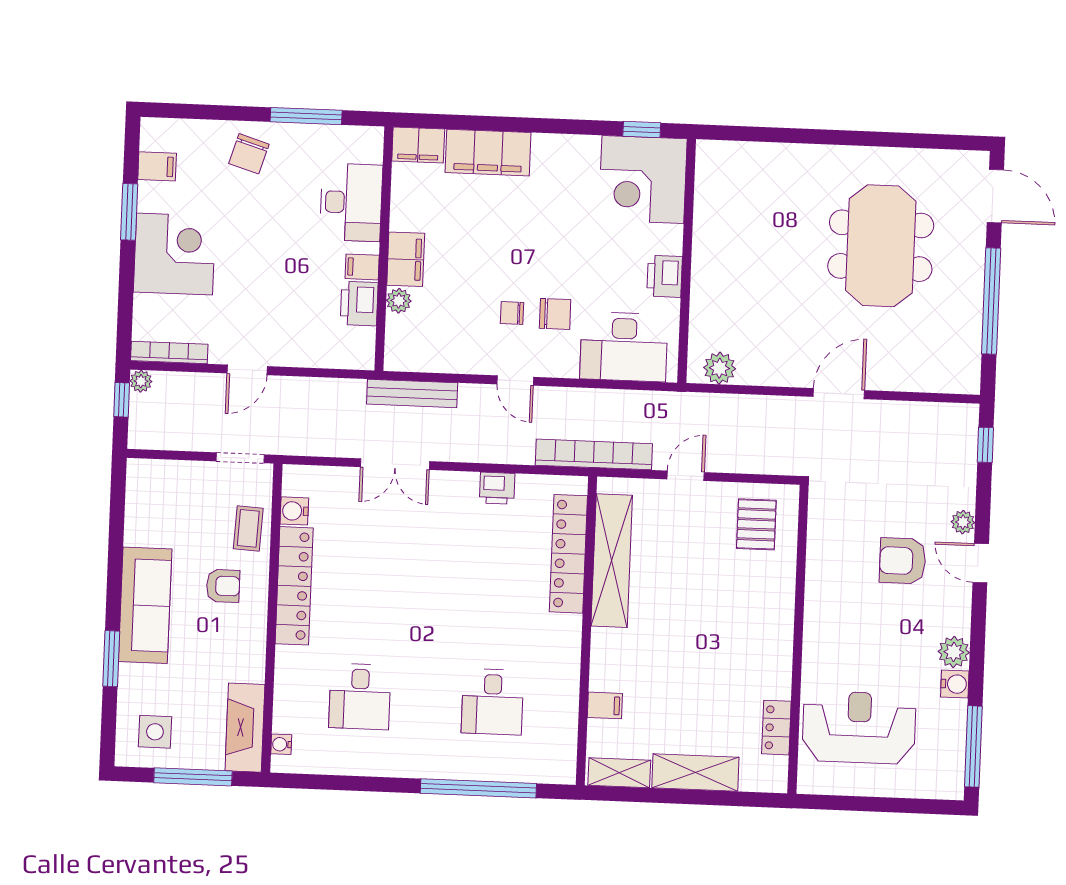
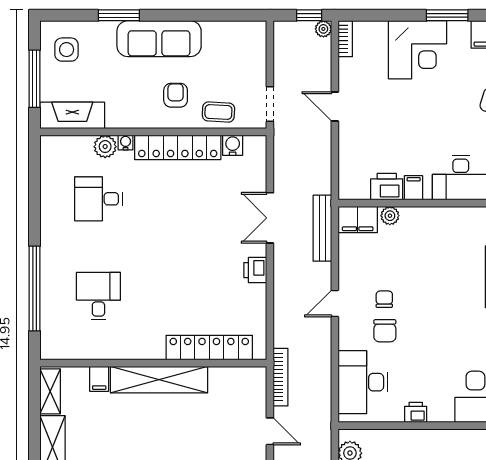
filing cabinet: (406, 259) -> (358, 220), moved
printer: (665, 276) -> (416, 412), width x0.73, depth x0.81
bookcase: (169, 352) -> (345, 39), width x0.64
bookcase: (594, 454) -> (281, 377), width x0.68, depth x0.76
printer: (497, 488) -> (255, 270), moved
shelving: (612, 561) -> (159, 380), moved
armchair: (223, 586) -> (176, 95), turned 180
plant: (289, 685) -> (105, 147), added
desk: (492, 702) -> (98, 296), turned 90
water cooler: (281, 744) -> (126, 143), moved

